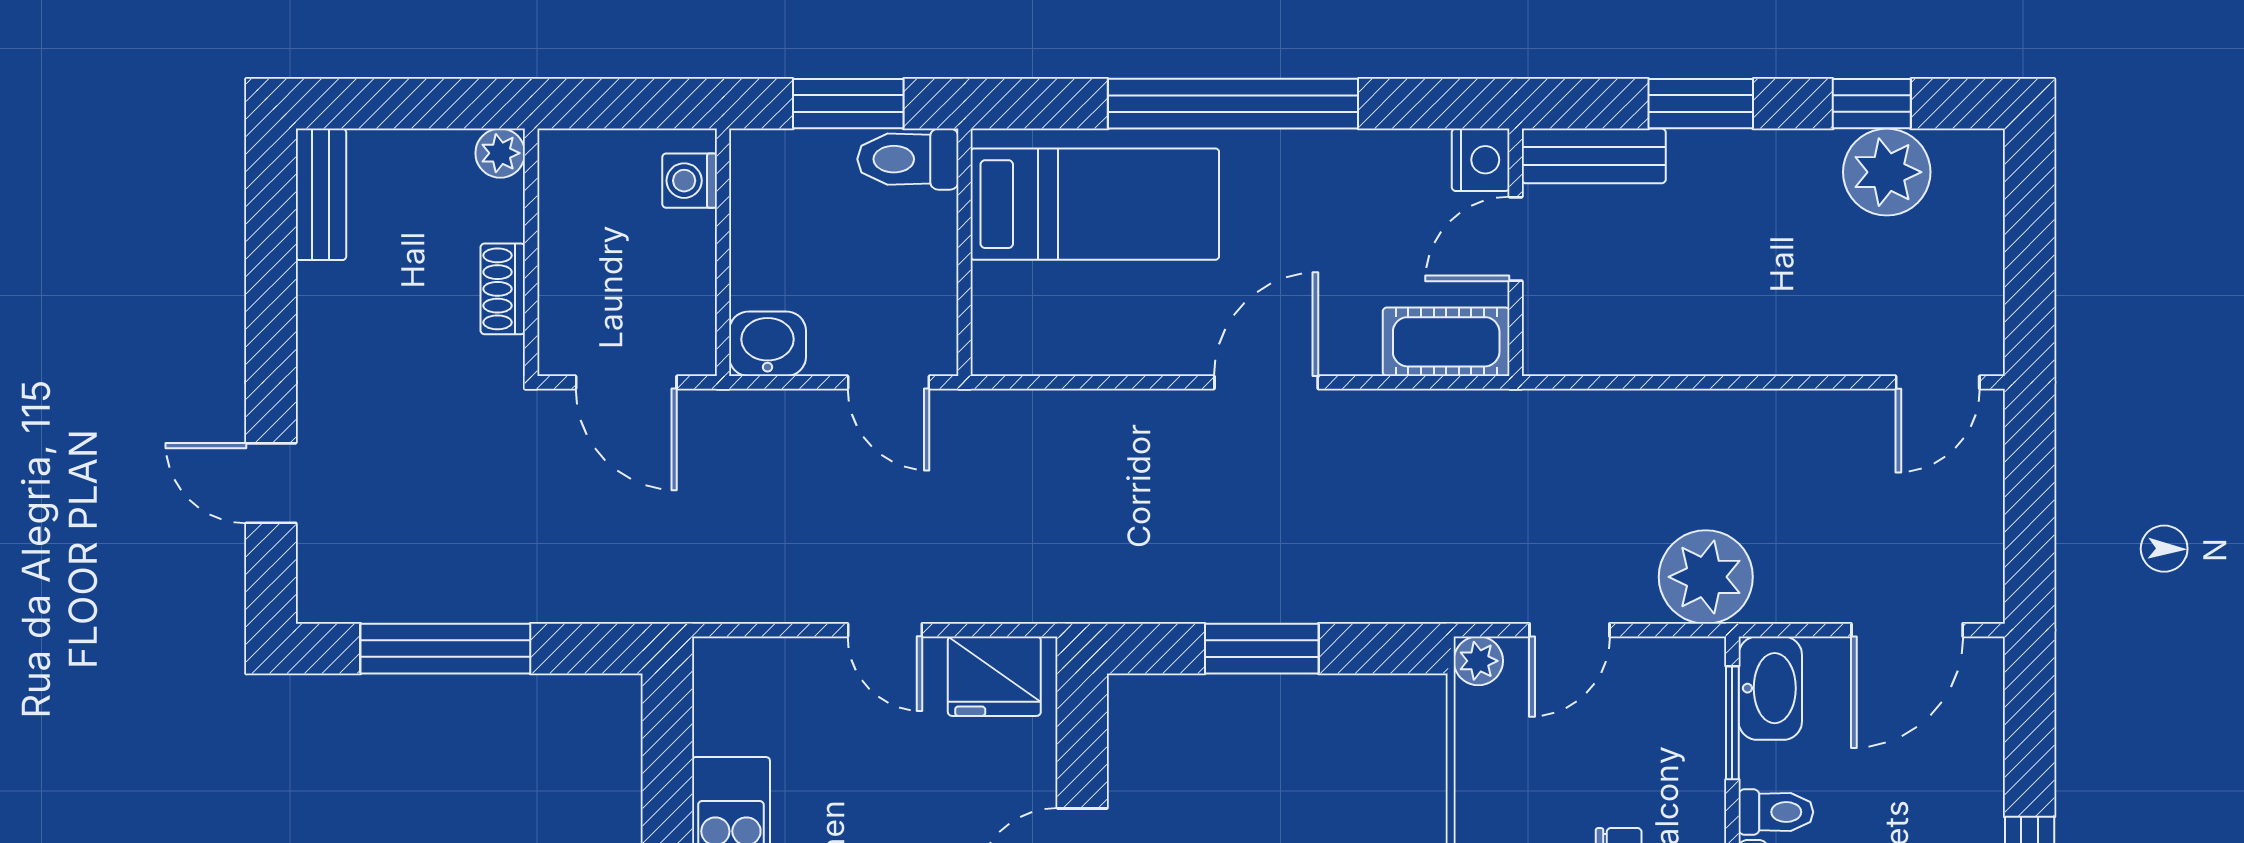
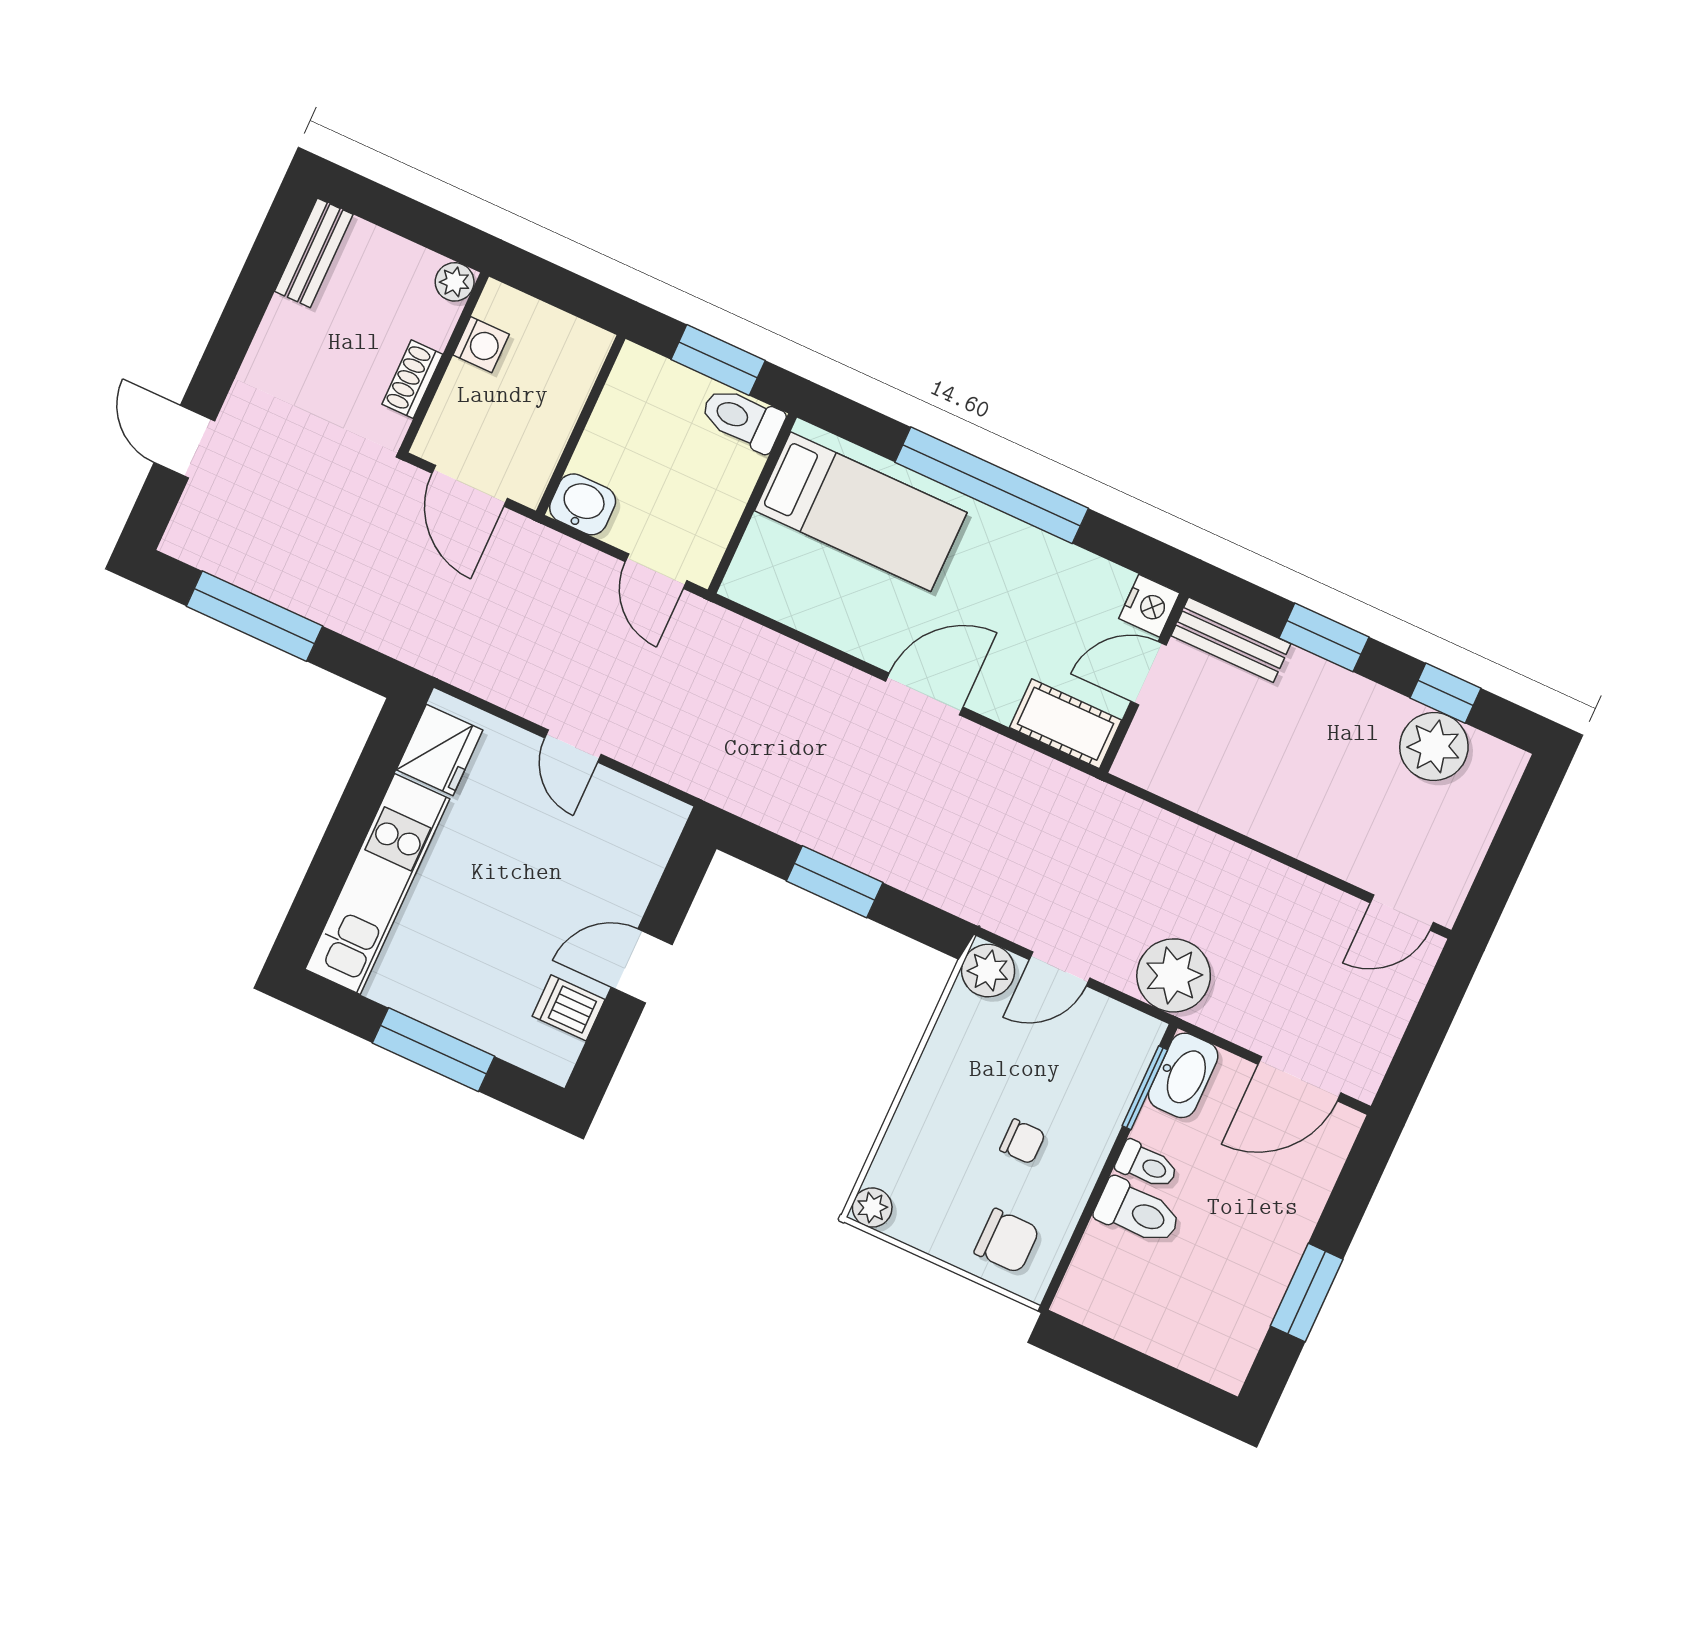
washing machine: (690, 181) -> (481, 345), moved, turned 180
plant: (1478, 661) -> (988, 971), width x1.38, depth x1.38
fridge: (994, 676) -> (440, 750), moved, turned -90

